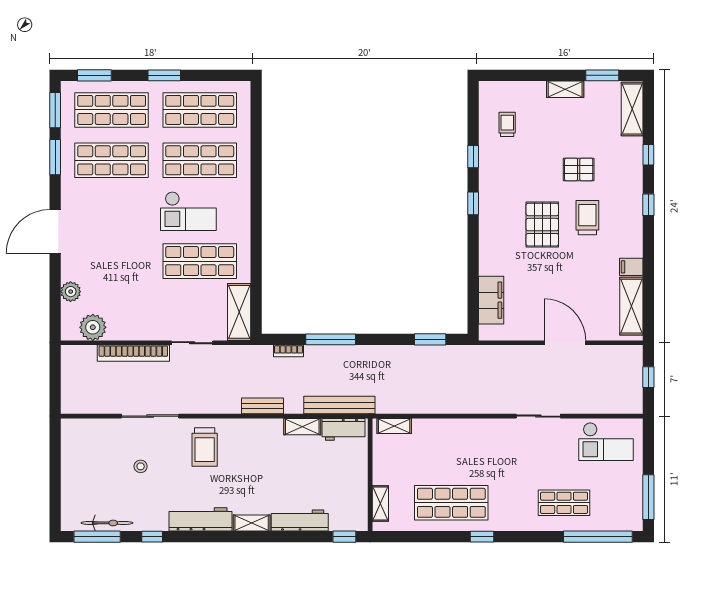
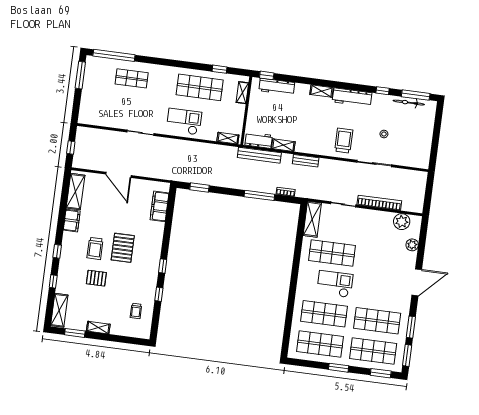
filing cabinet: (631, 267) -> (72, 221), width x2.00
checkout: (606, 442) -> (184, 122), moved
workbench: (300, 521) -> (277, 87), moved
window: (482, 537) -> (219, 69), moved

